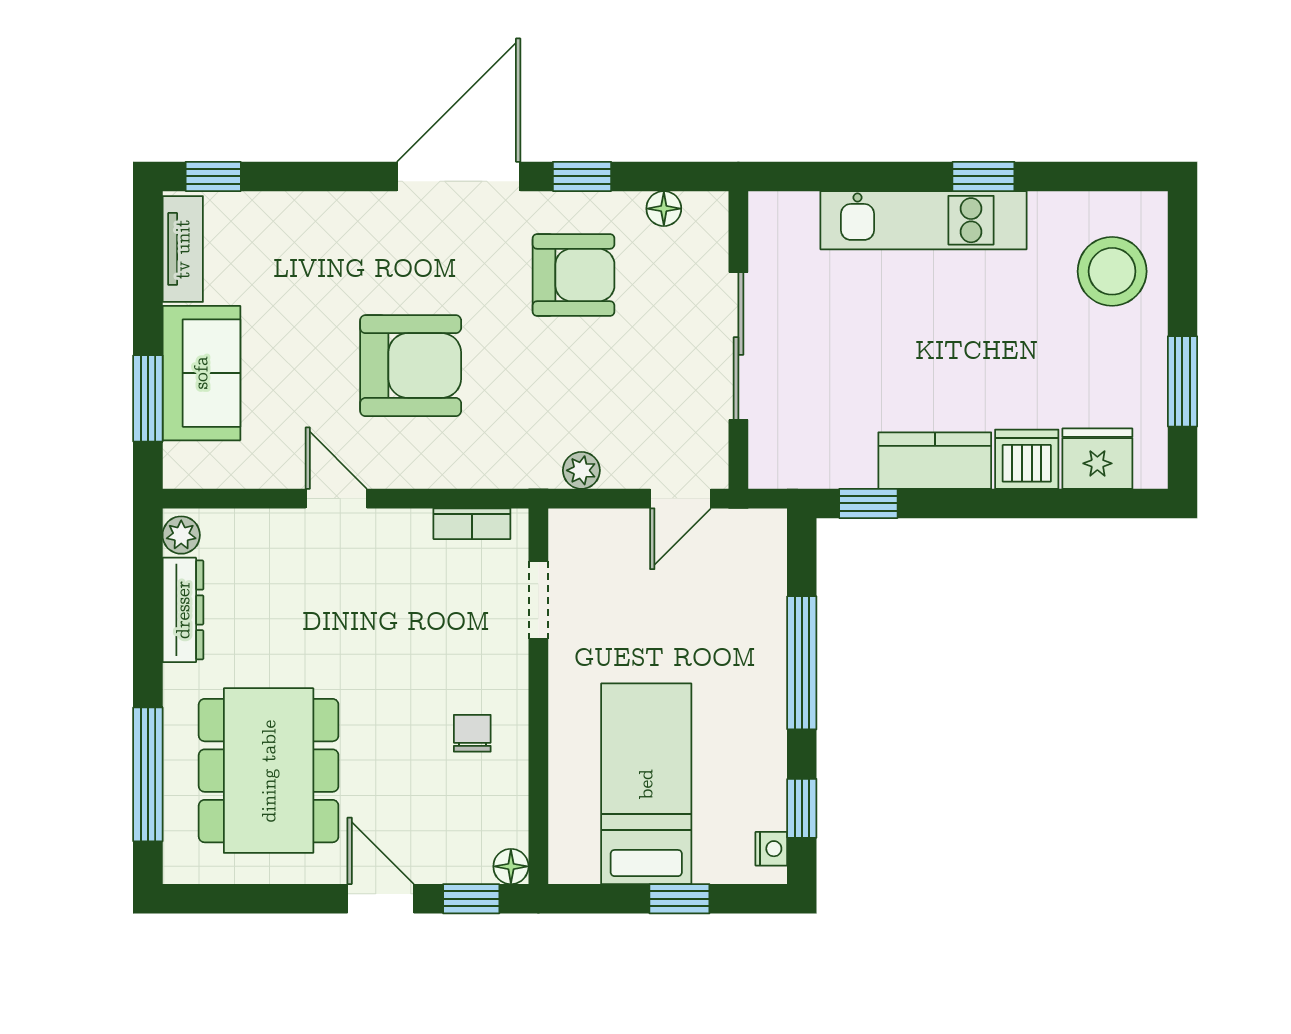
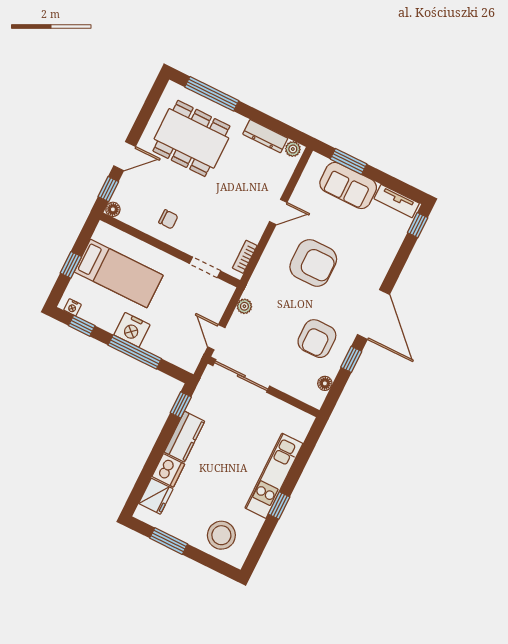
sliding door: (738, 346) -> (241, 376), moved
armchair: (411, 366) -> (313, 263), turned -90
nightstand: (756, 693) -> (132, 330), added

